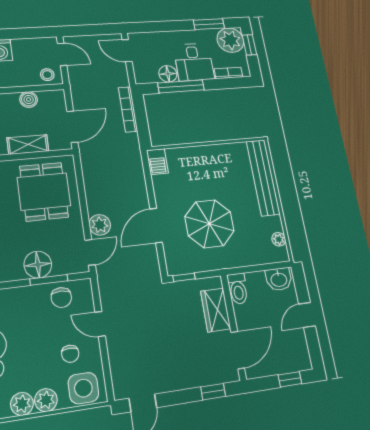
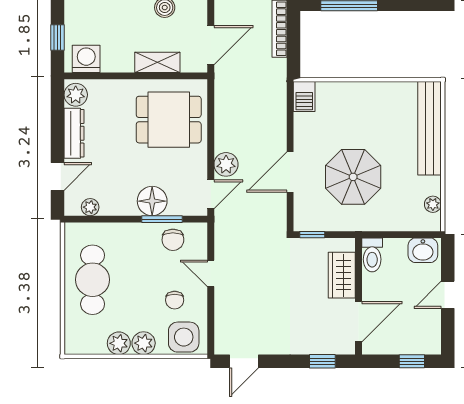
dining table: (44, 192) -> (169, 120), turned 90

